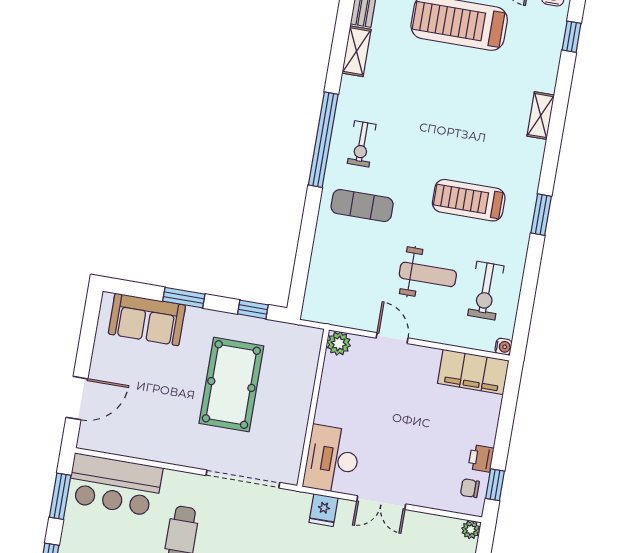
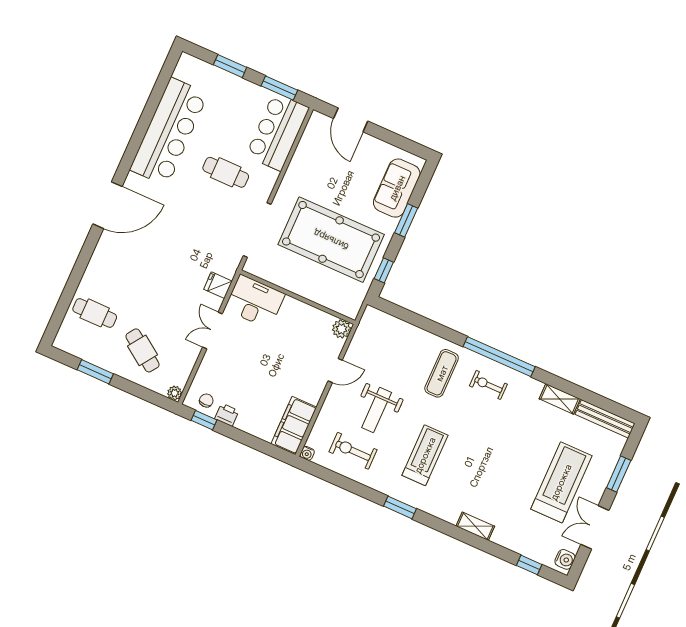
pool table: (231, 385) -> (331, 240), width x1.36, depth x1.32

